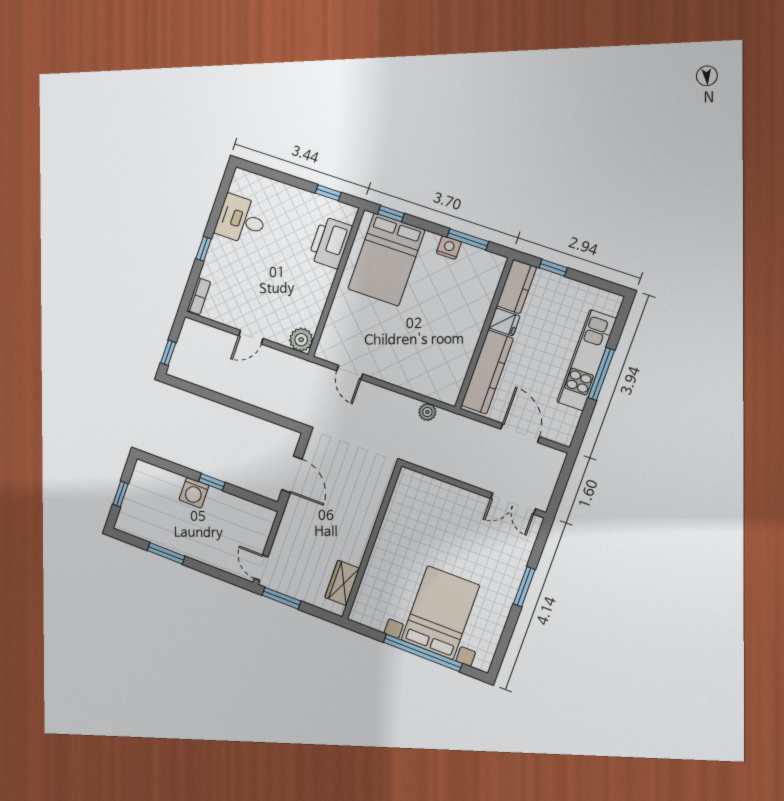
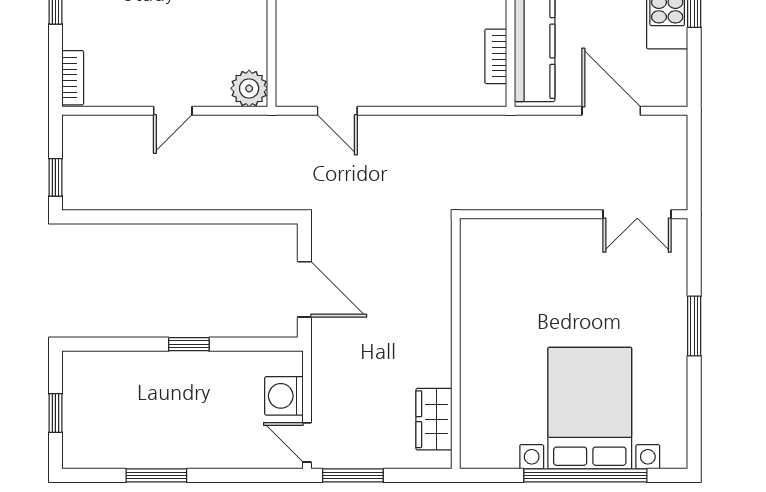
bookcase: (459, 373) -> (496, 56), added
plant: (427, 412) -> (470, 128), removed
washing machine: (194, 493) -> (284, 396), moved, turned 90

